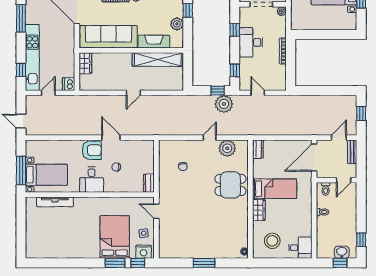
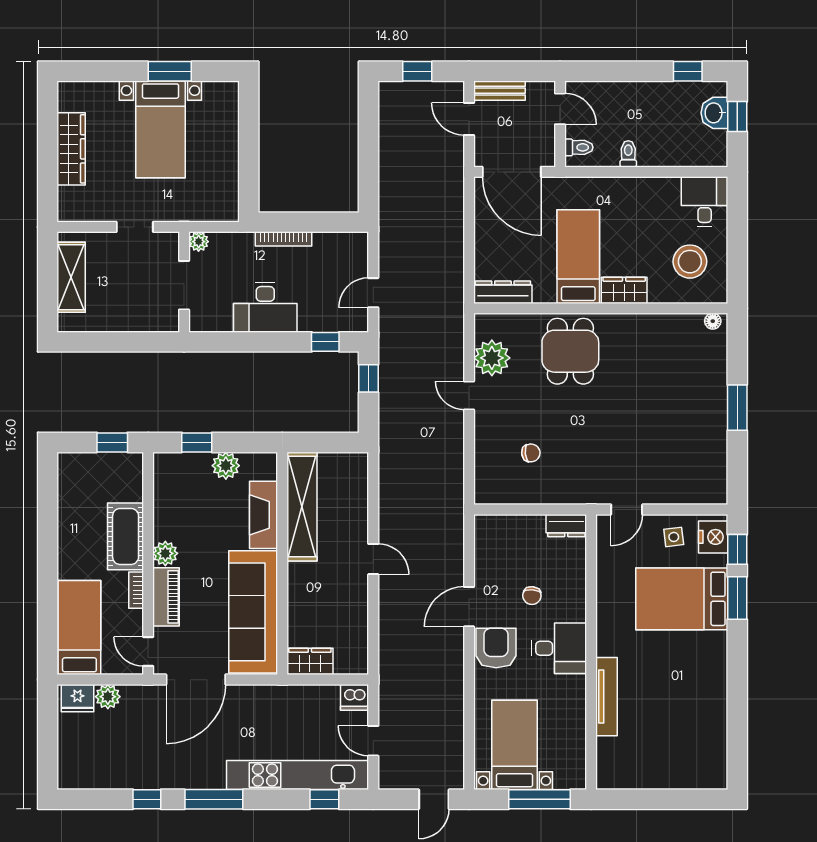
window: (235, 30) -> (238, 342), removed
plant: (224, 104) -> (397, 365), removed
dresser: (258, 149) -> (503, 292), width x1.44
bed with nightstands: (46, 175) -> (515, 745), moved
tv unit: (55, 202) -> (607, 697), moved

